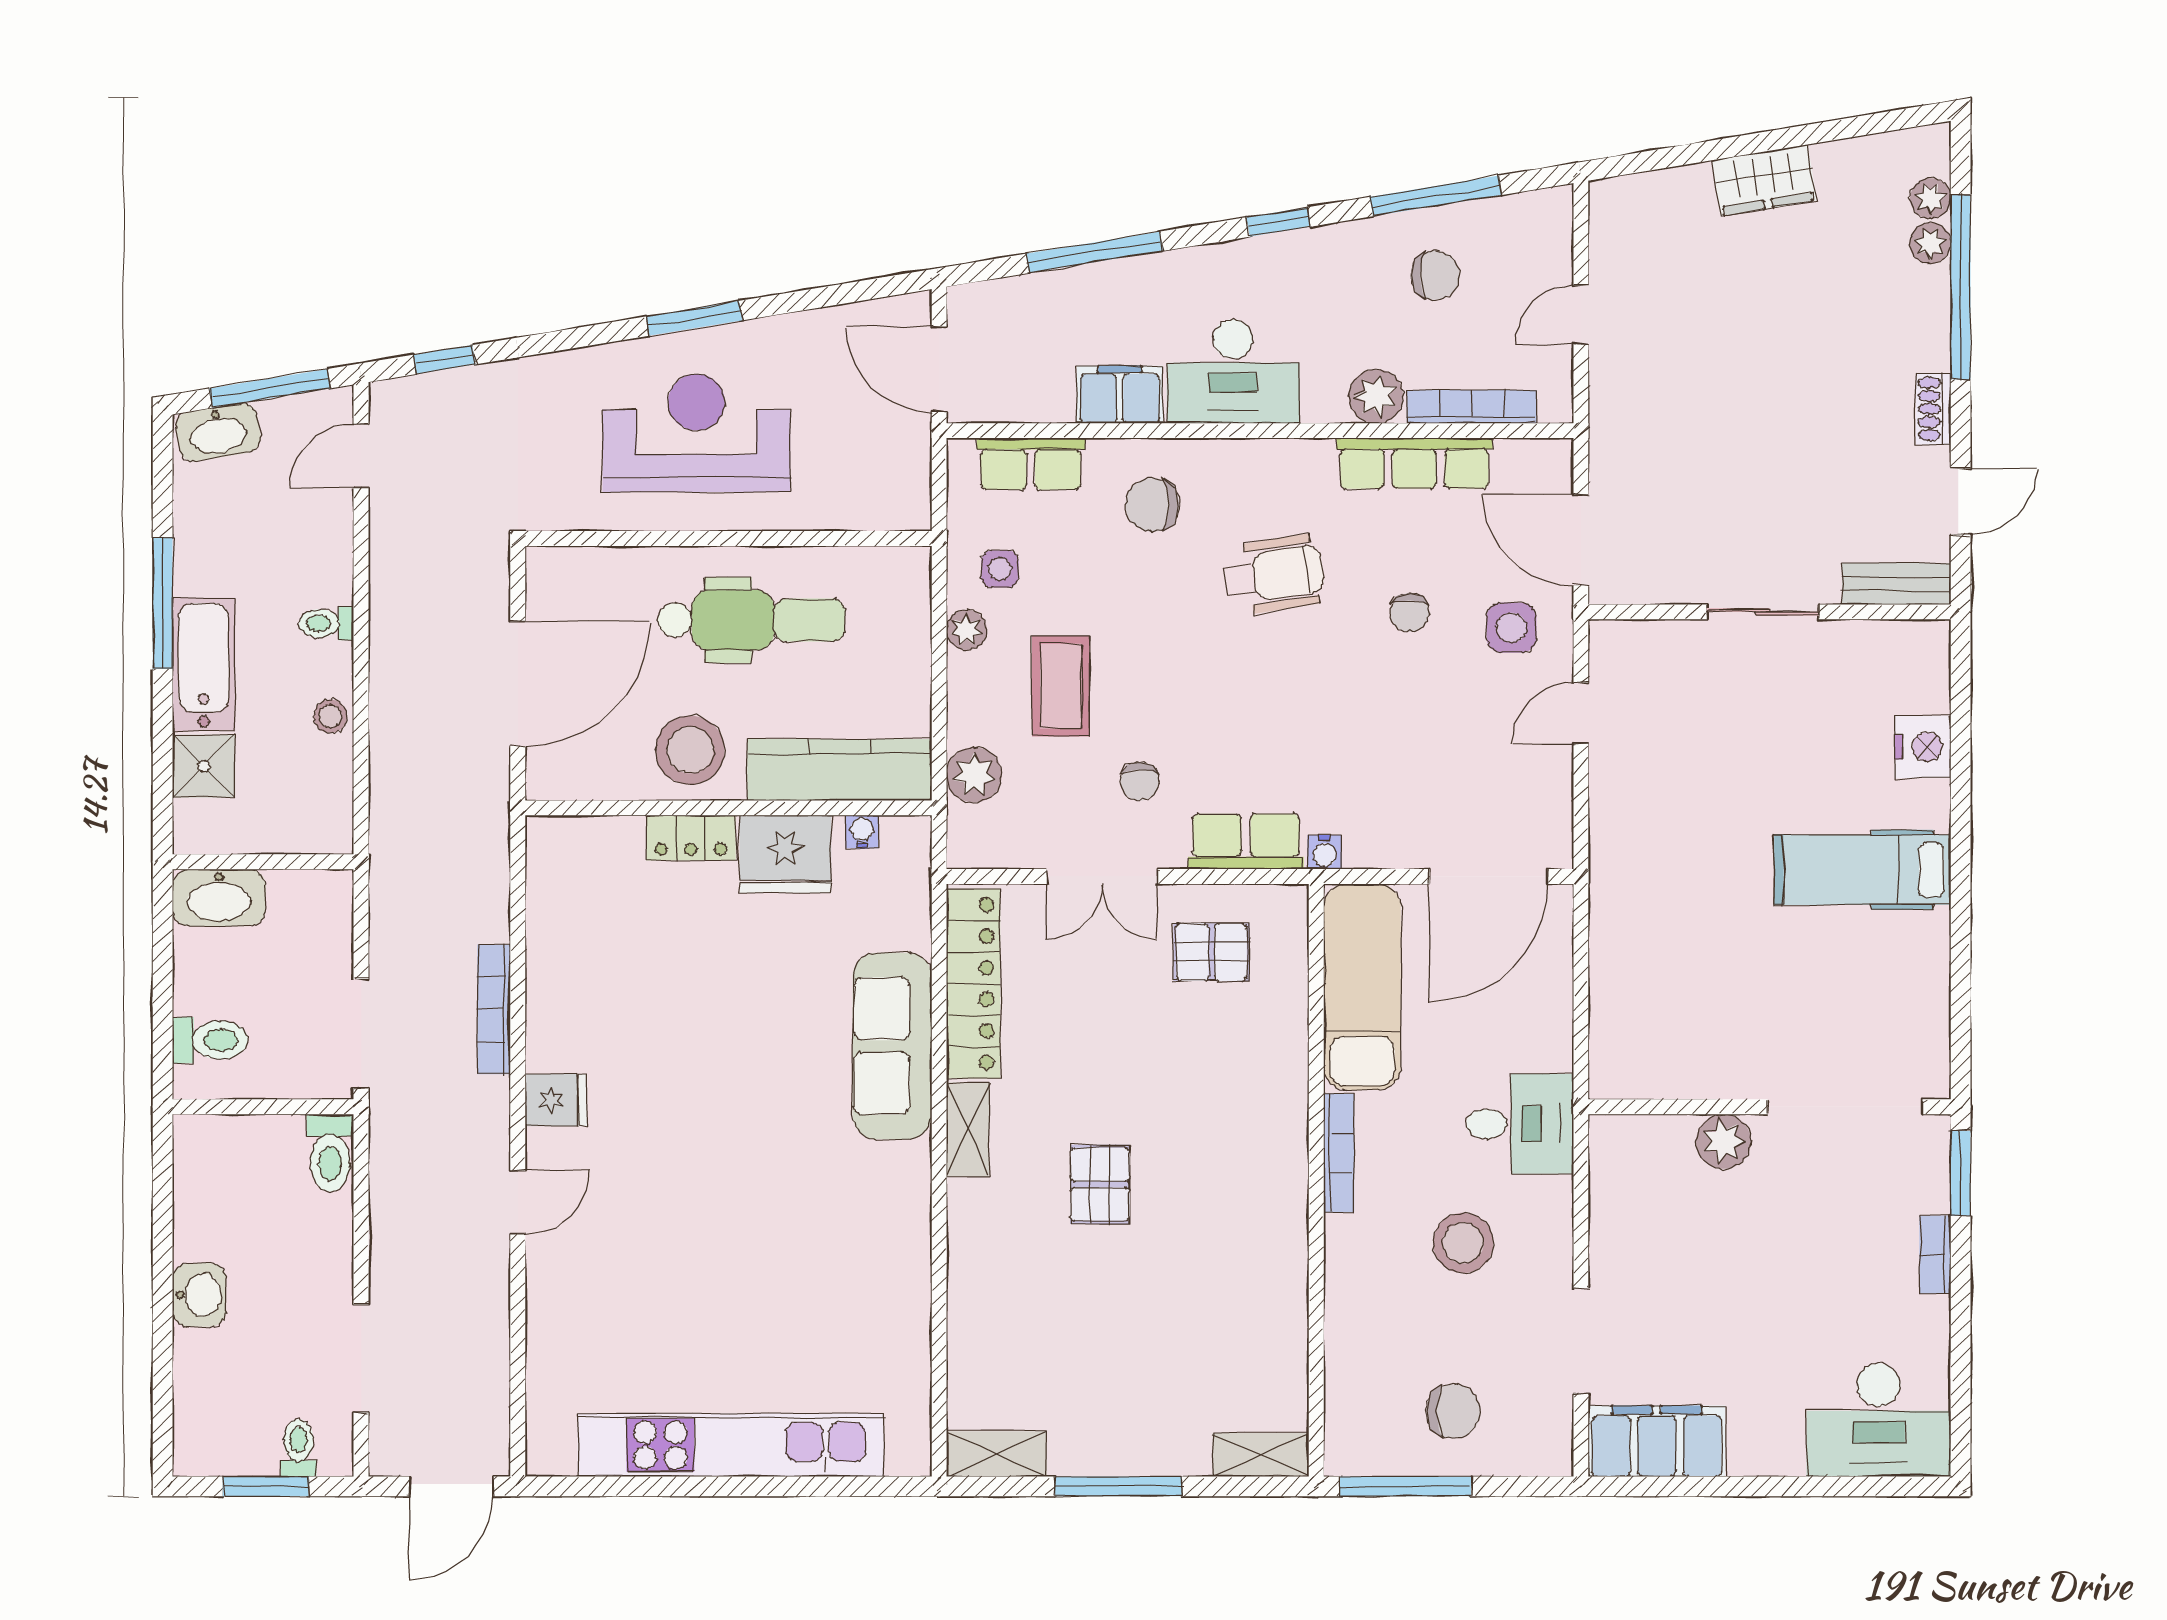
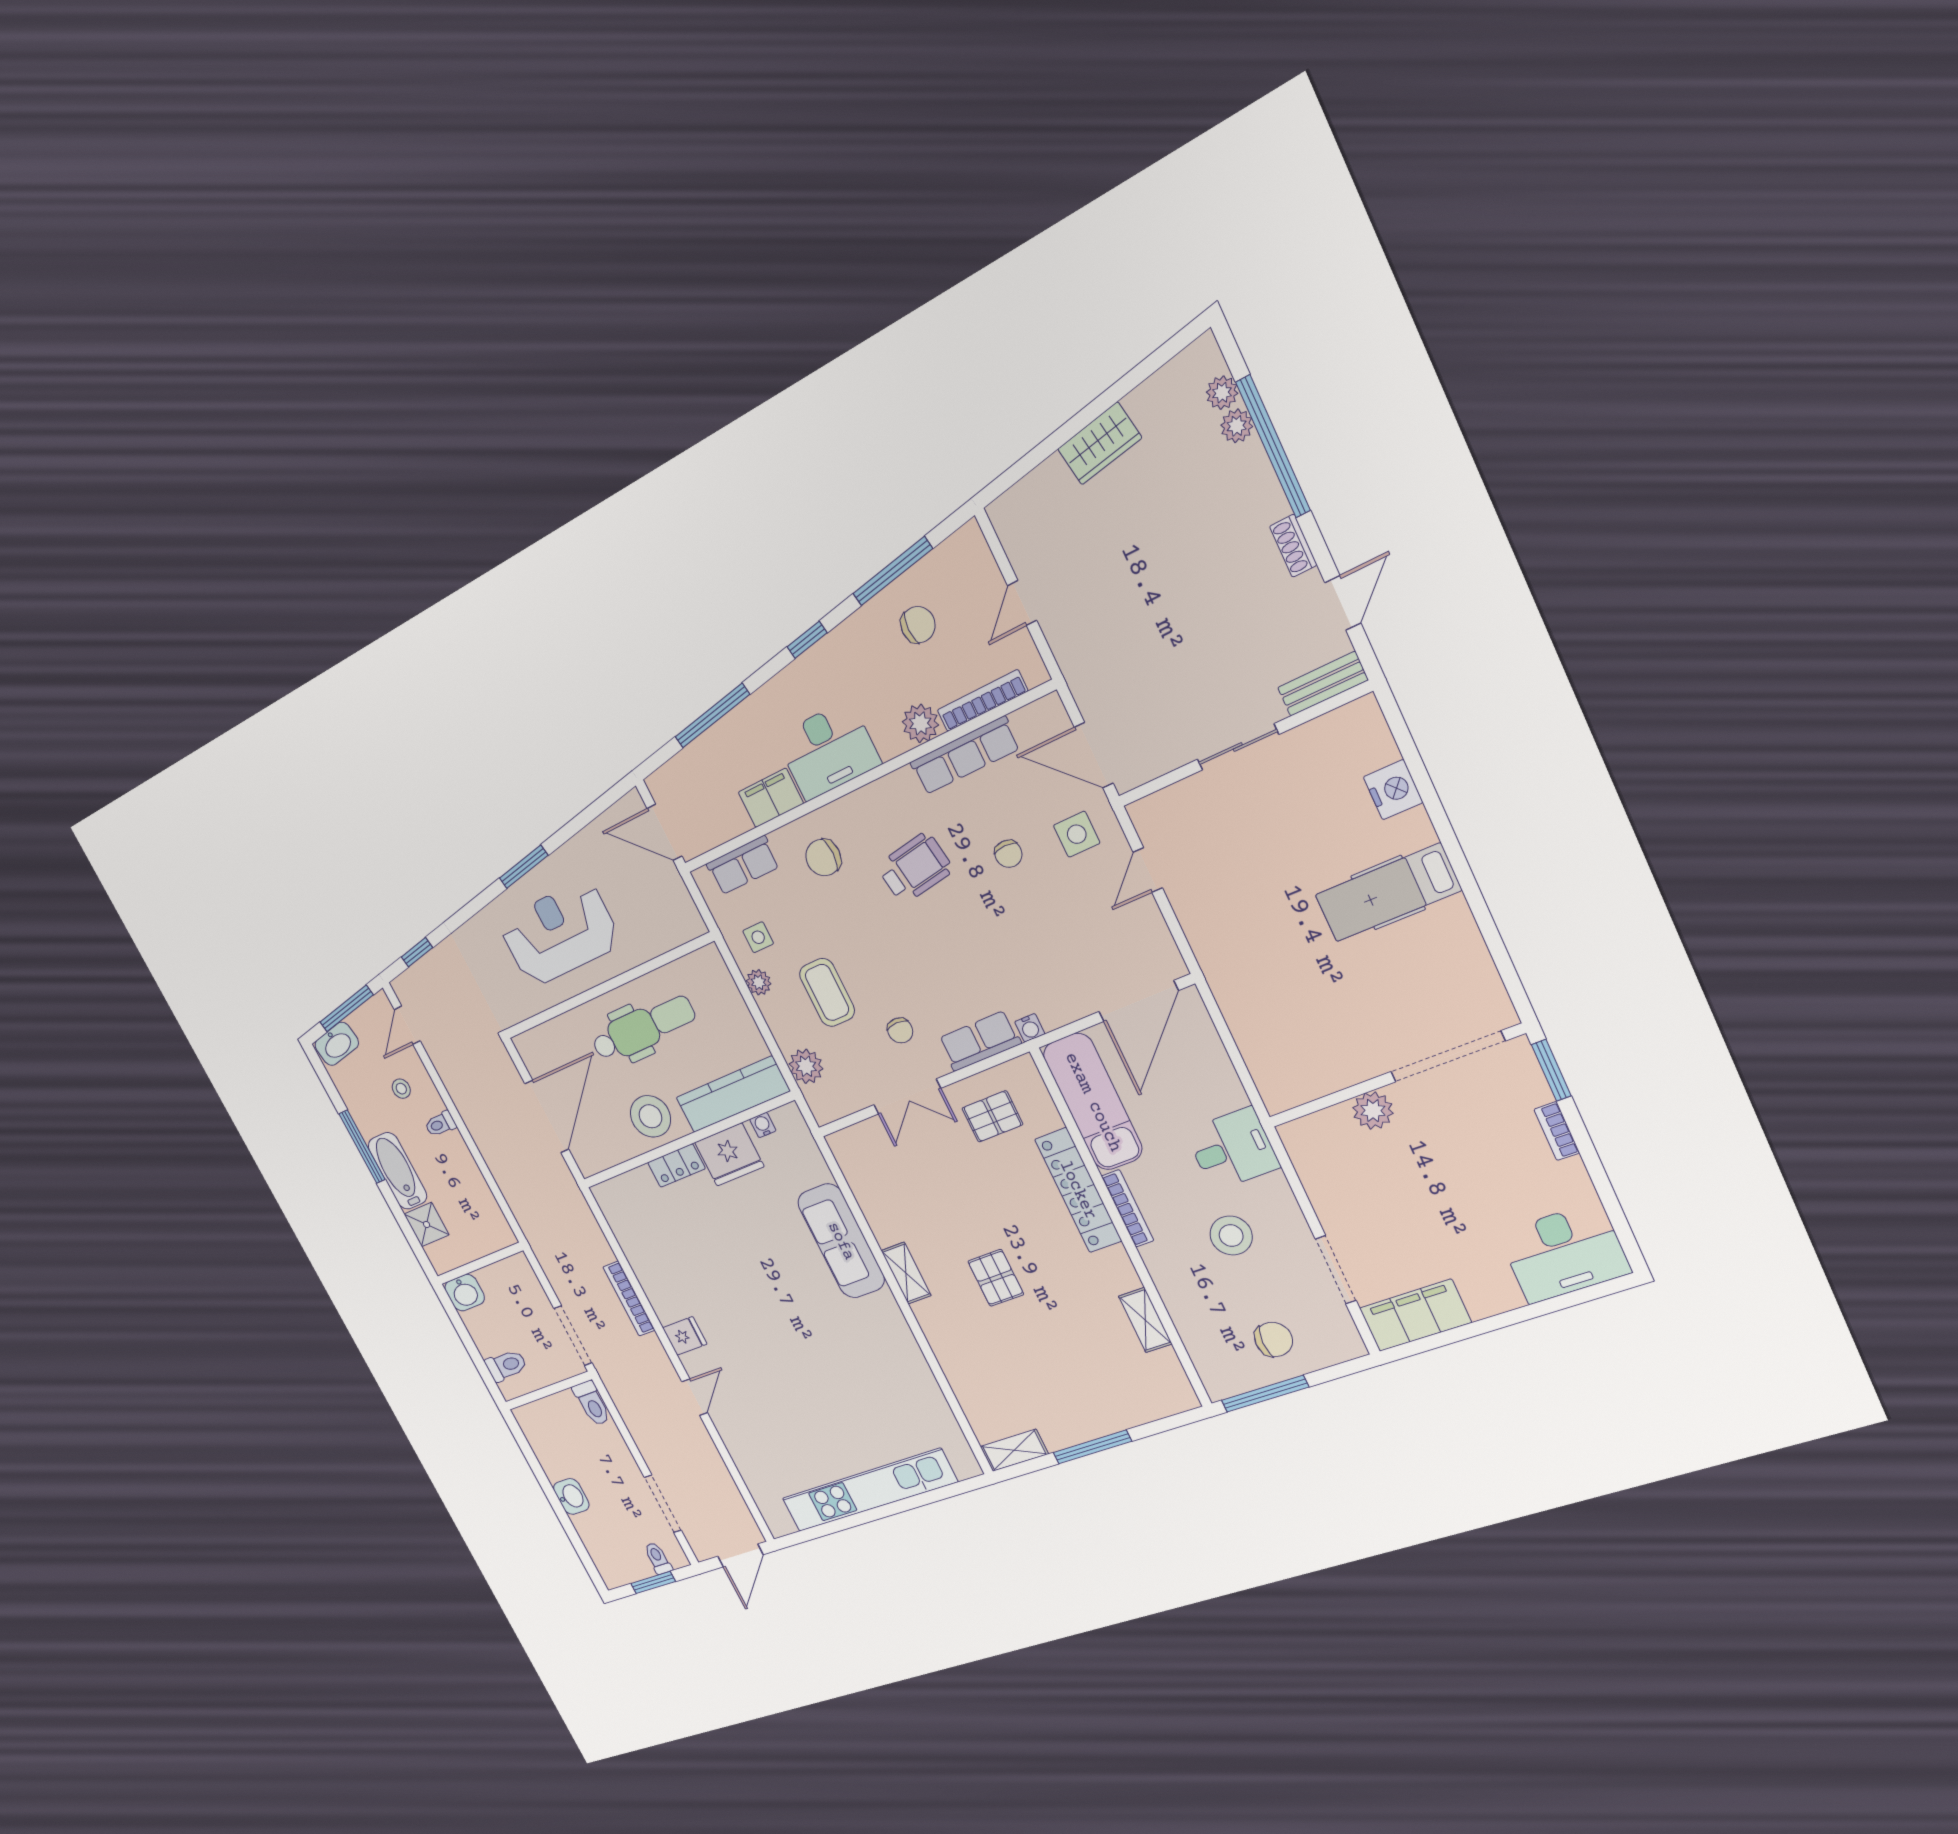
stool: (330, 716) -> (401, 1089), moved
washbasin: (219, 898) -> (465, 1293), width x0.72
locker: (973, 984) -> (1078, 1190), moved, turned 180
shelving: (1261, 1455) -> (1145, 1320), moved, turned 90

